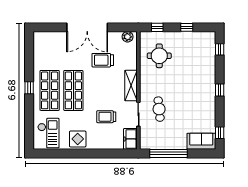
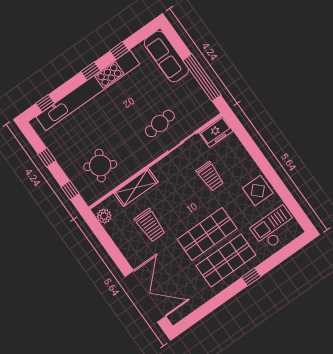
double door: (87, 27) -> (145, 296), moved
round table: (159, 56) -> (100, 166), turned 30
kitchen unit: (209, 80) -> (88, 90), added
shelving: (131, 86) -> (136, 188), moved
window: (29, 88) -> (251, 277), moved
window: (220, 133) -> (119, 51), moved
sofa: (201, 141) -> (166, 56), width x1.36

